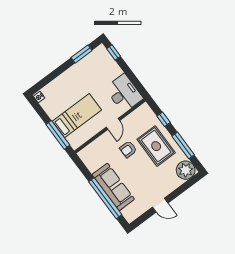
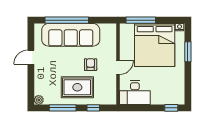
window: (82, 54) -> (188, 52), moved
bed: (77, 116) -> (155, 45), width x2.04
door: (113, 124) -> (118, 67), swing flipped
plant: (186, 170) -> (39, 100), width x0.53, depth x0.53
sofa: (113, 187) -> (71, 35), width x1.36, depth x1.27

